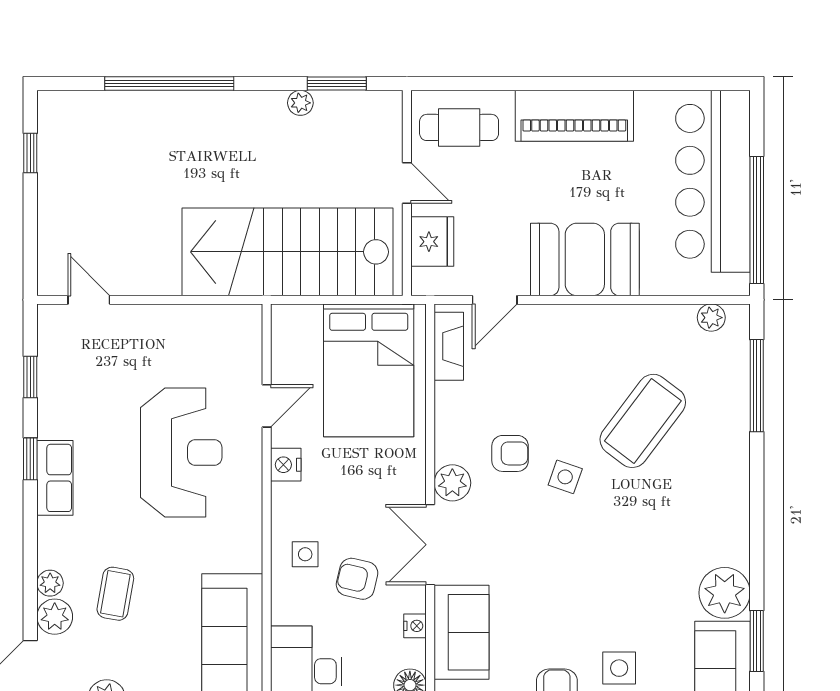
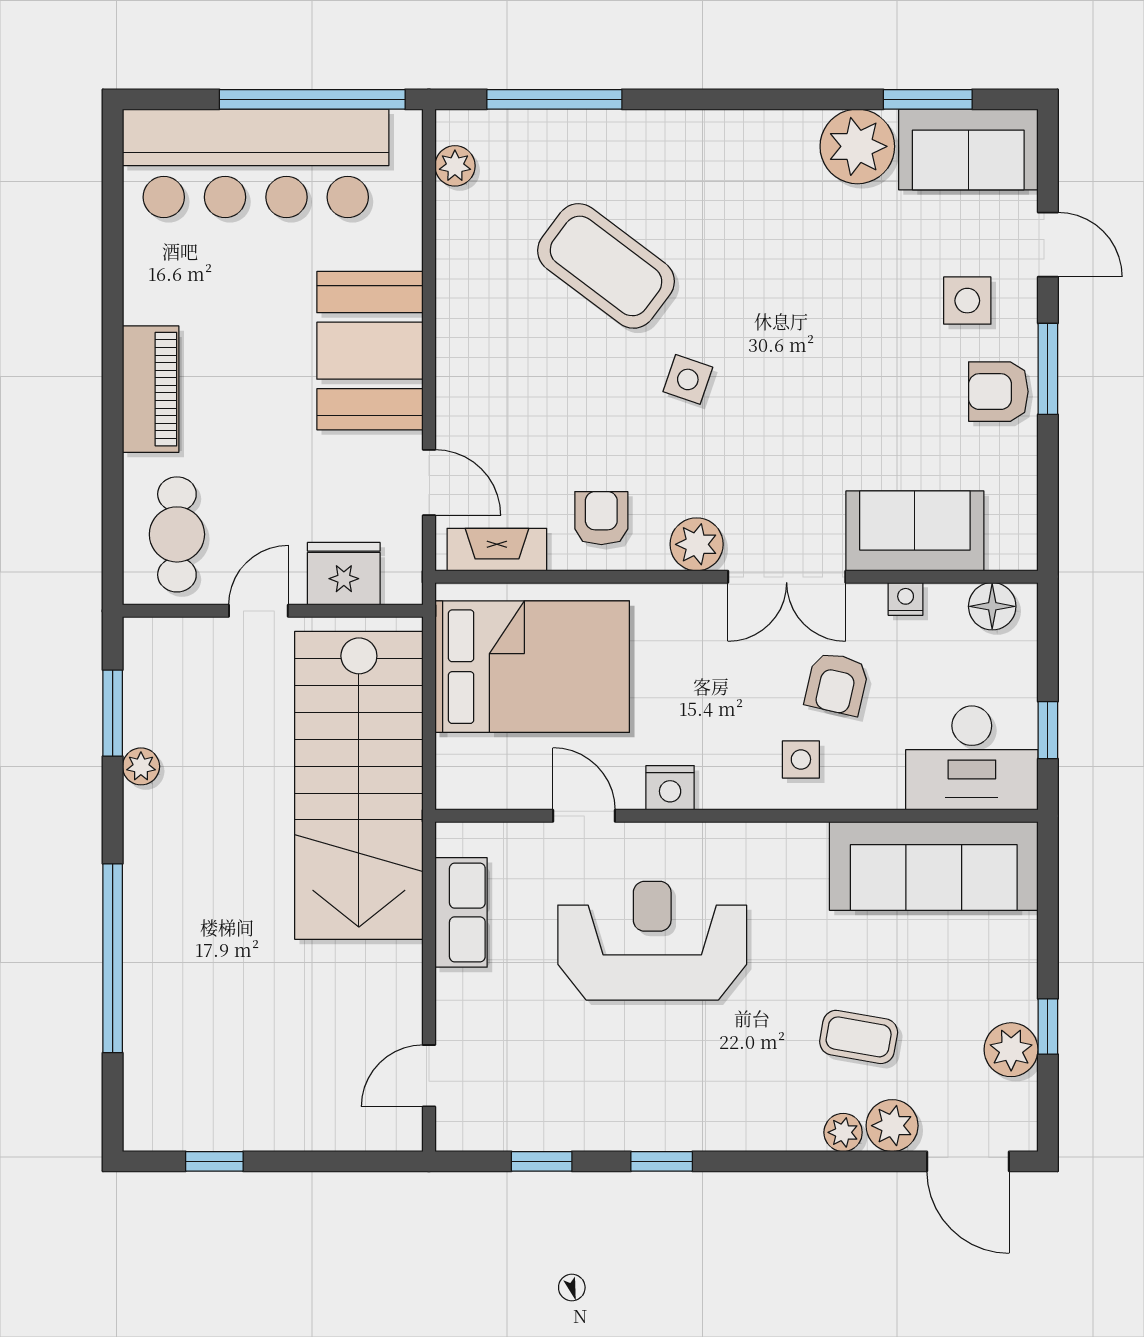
piano: (574, 116) -> (151, 389), width x0.73, depth x0.75
armchair: (510, 453) -> (601, 518), moved
row of seats: (55, 478) -> (461, 912), moved, turned 90

